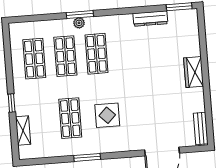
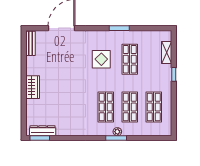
dresser: (150, 18) -> (43, 131), moved

